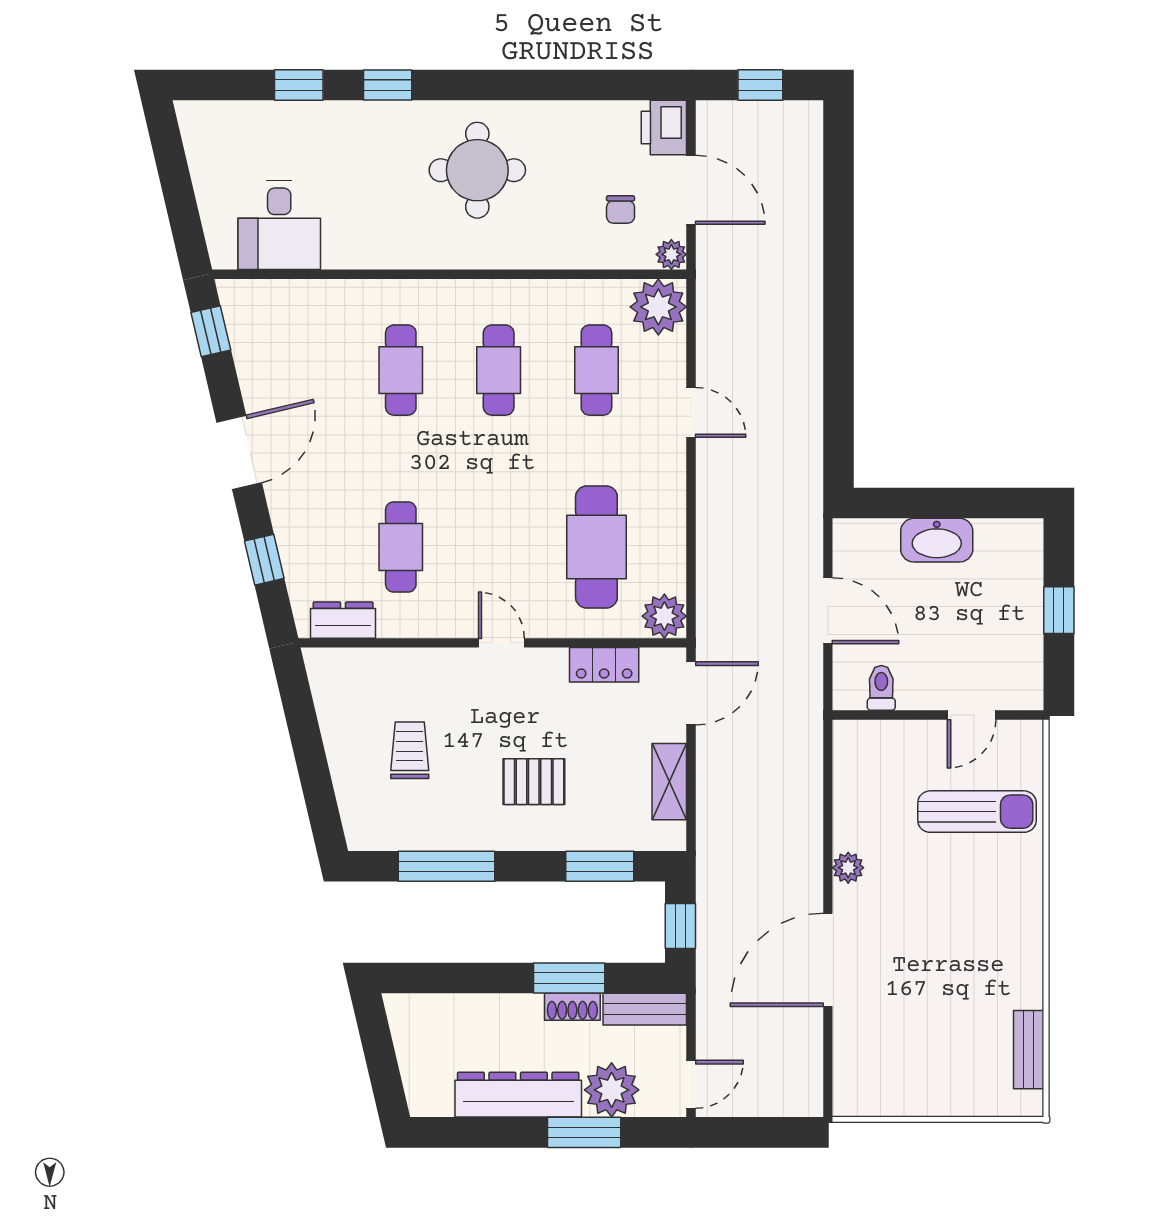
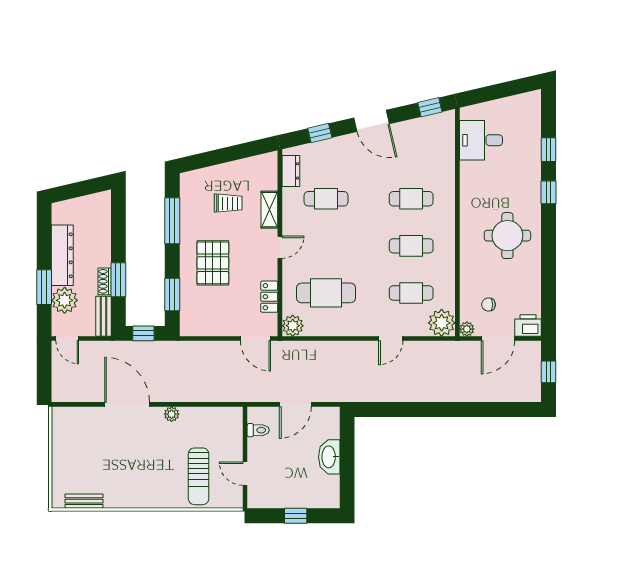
pallet: (534, 782) -> (213, 263), width x1.50, depth x1.42
shelving: (669, 782) -> (269, 210), moved, turned 90

